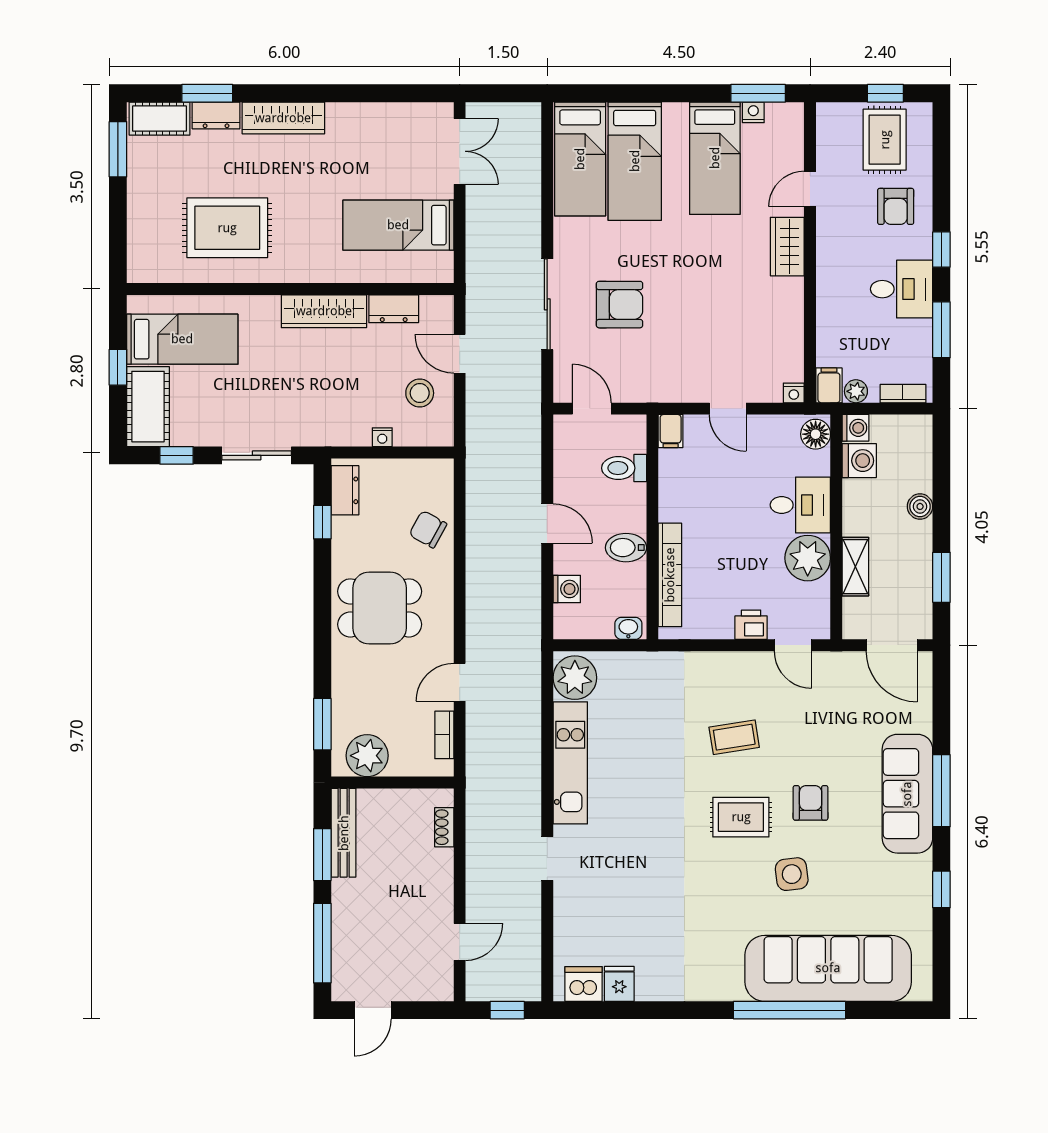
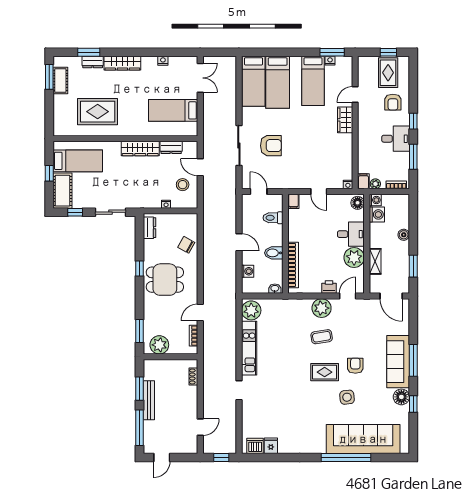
nightstand: (375, 113) -> (163, 61), added
cot: (159, 119) -> (60, 80), moved, turned 90
window: (322, 522) -> (140, 269), moved
door: (793, 645) -> (348, 296), swing flipped
plant: (734, 672) -> (322, 308), added
bench: (344, 833) -> (149, 400), moved
floor lamp: (915, 873) -> (401, 397), added

